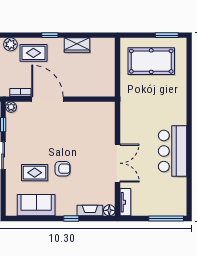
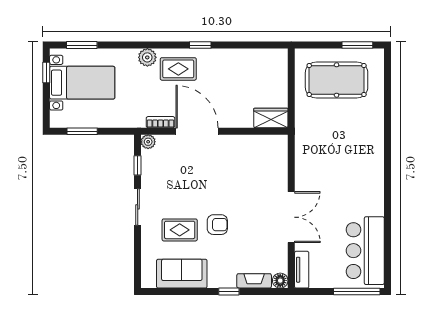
wardrobe: (77, 45) -> (271, 118), moved, turned 180
bar counter: (173, 151) -> (365, 251), moved

